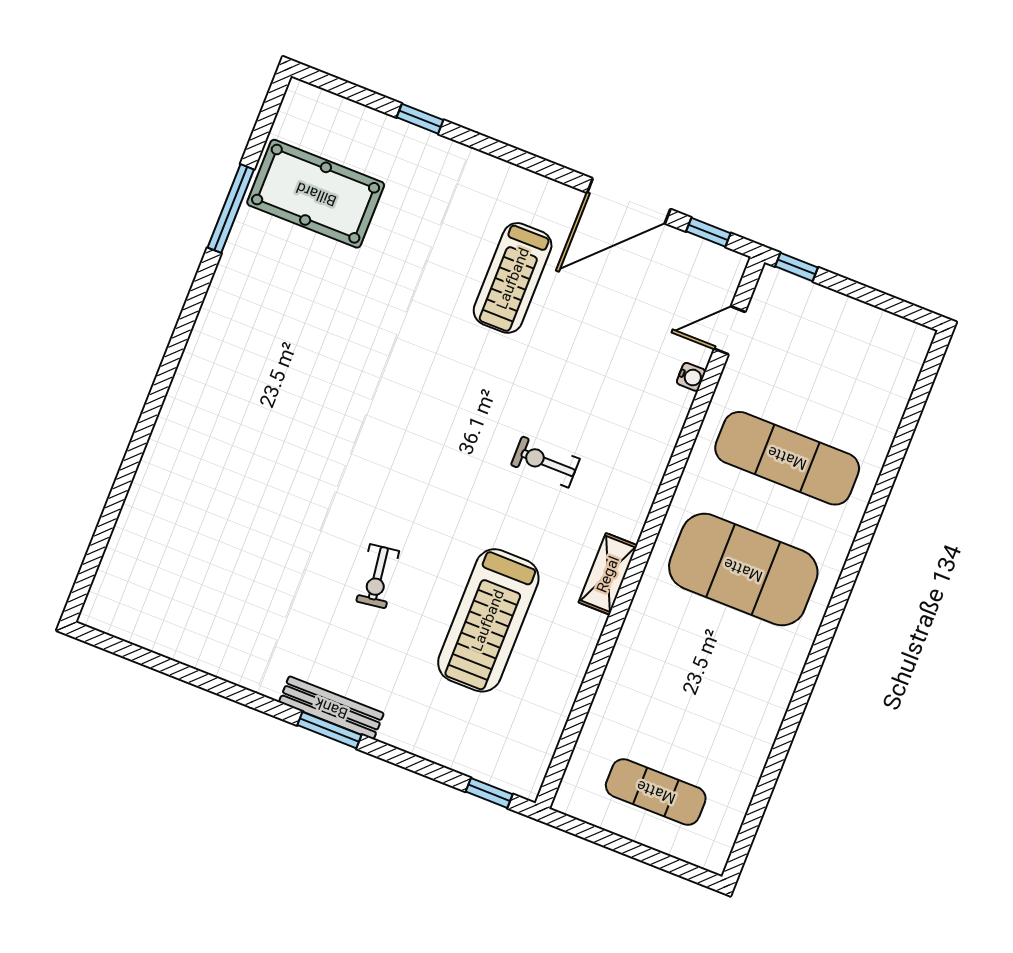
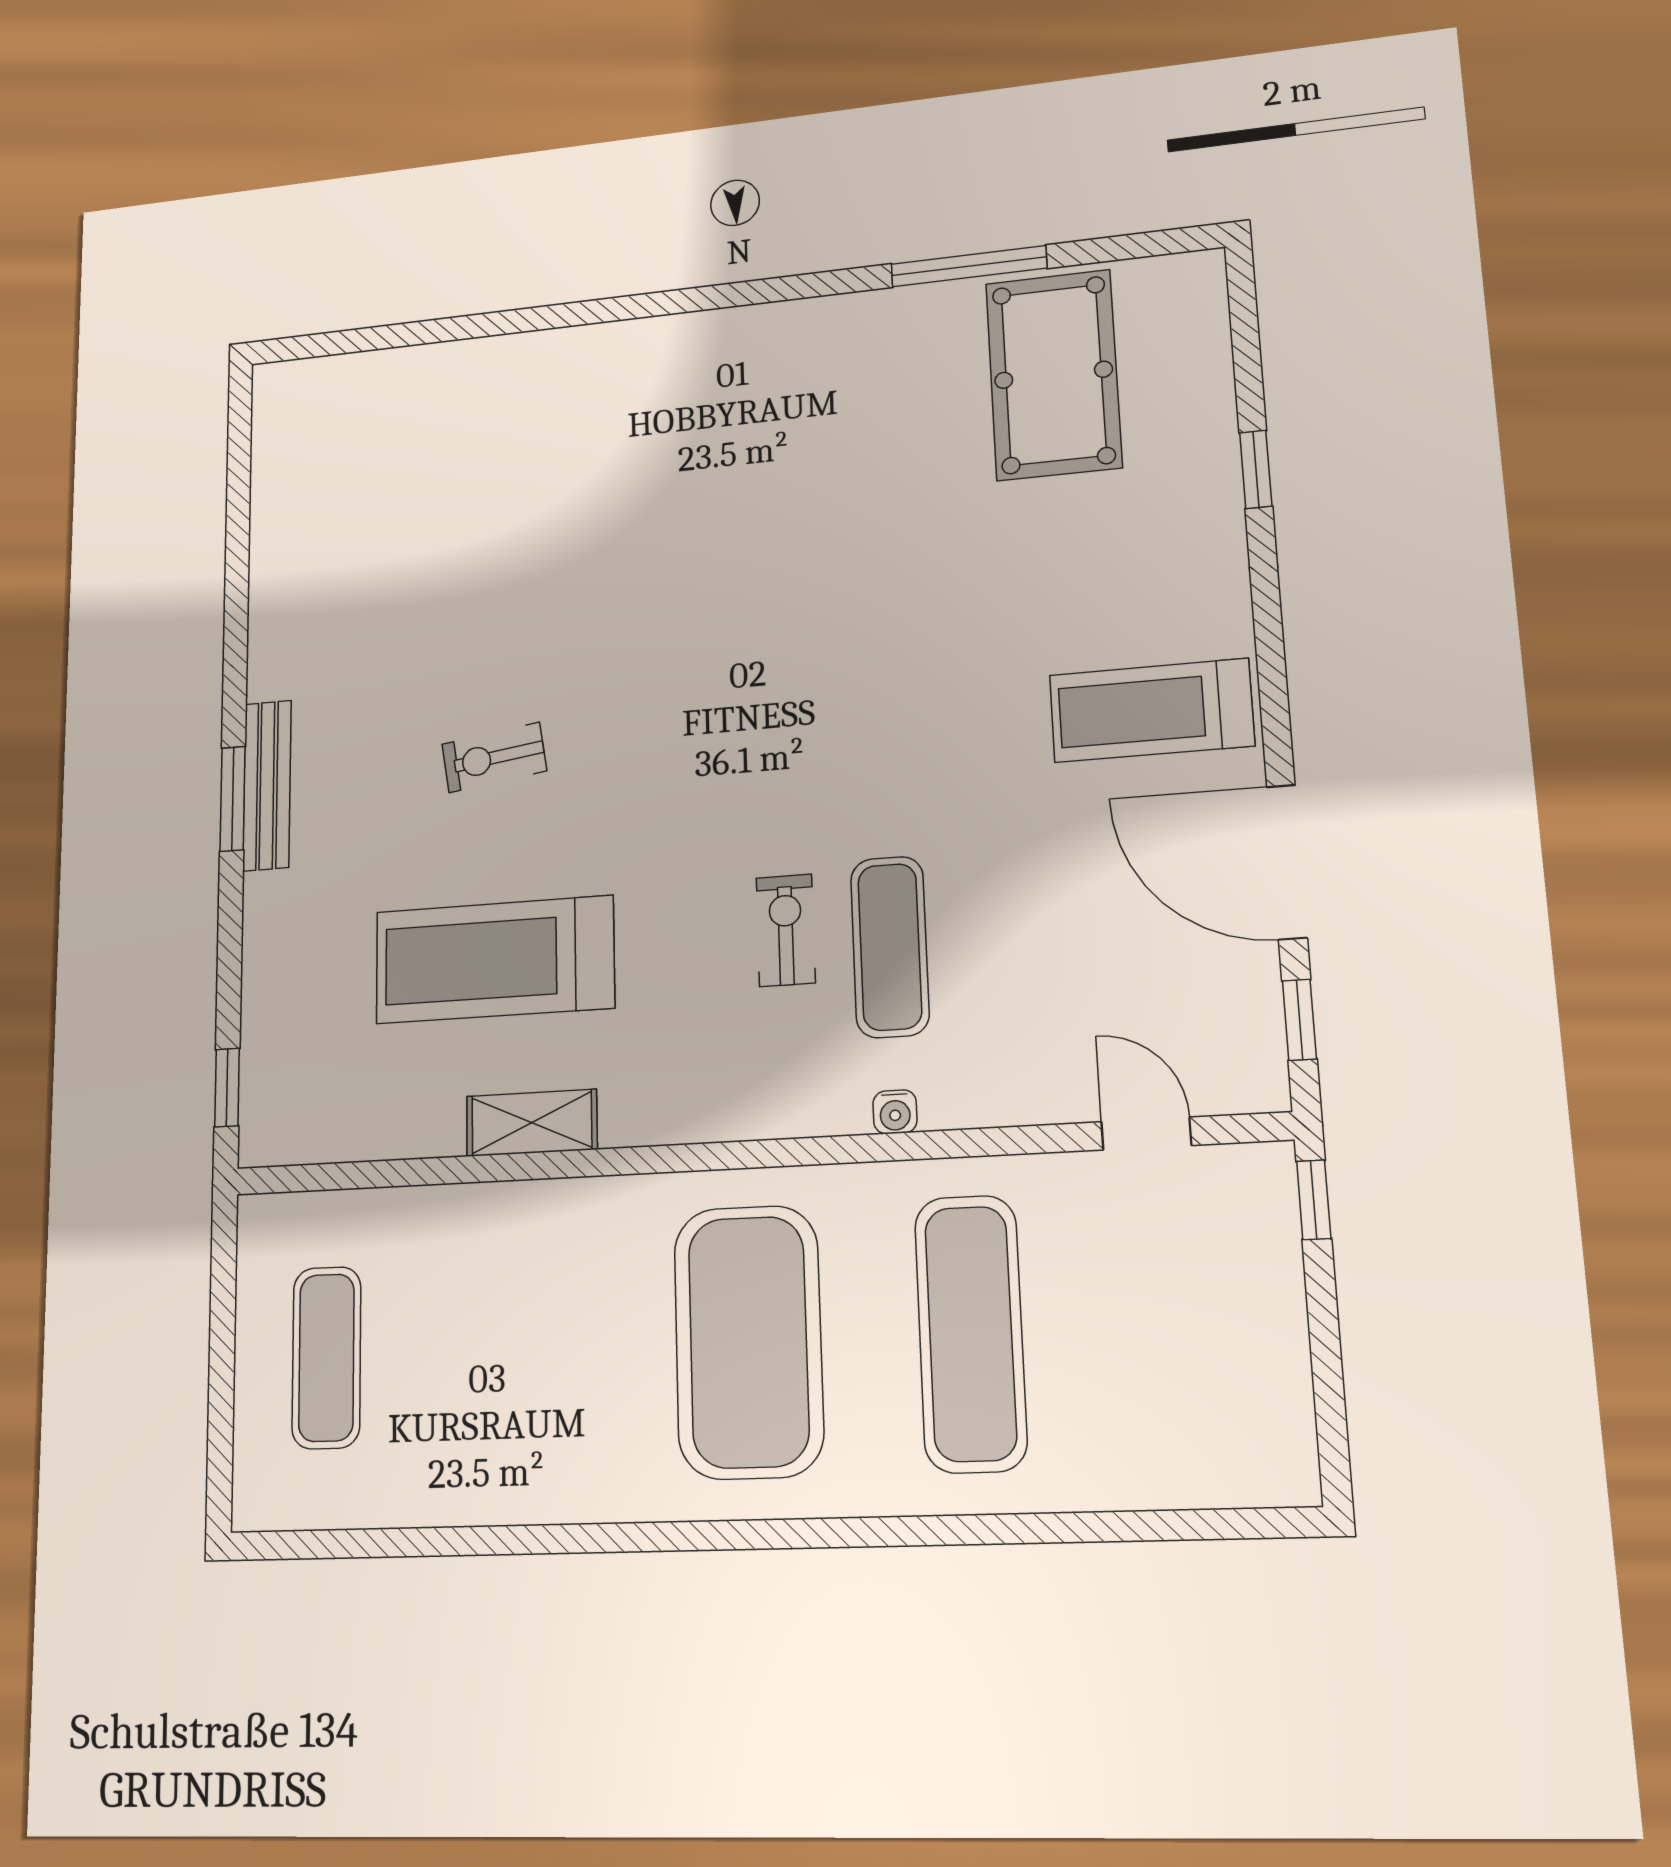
treadmill: (513, 278) -> (1151, 710), moved
water cooler: (691, 377) -> (895, 1112), moved
exercise mat: (579, 413) -> (890, 947), added
shelving: (608, 574) -> (532, 1123), moved

